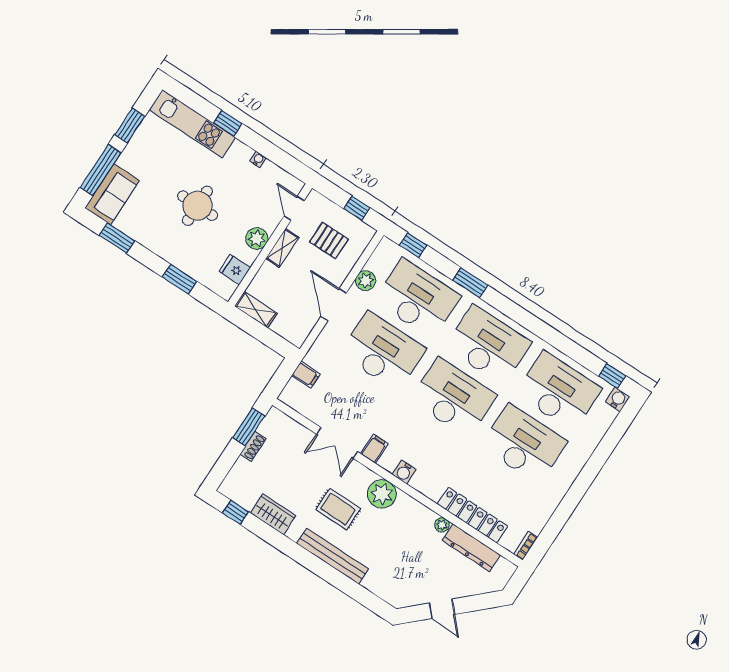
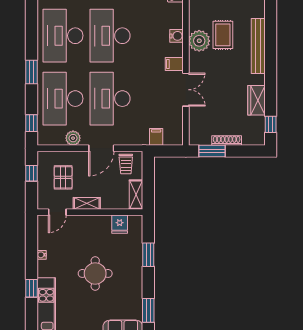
plant: (257, 239) -> (91, 223), removed
trolley: (298, 321) -> (126, 164), added
shoe rack: (253, 446) -> (227, 141), width x1.43
rug: (338, 509) -> (223, 35), moved

